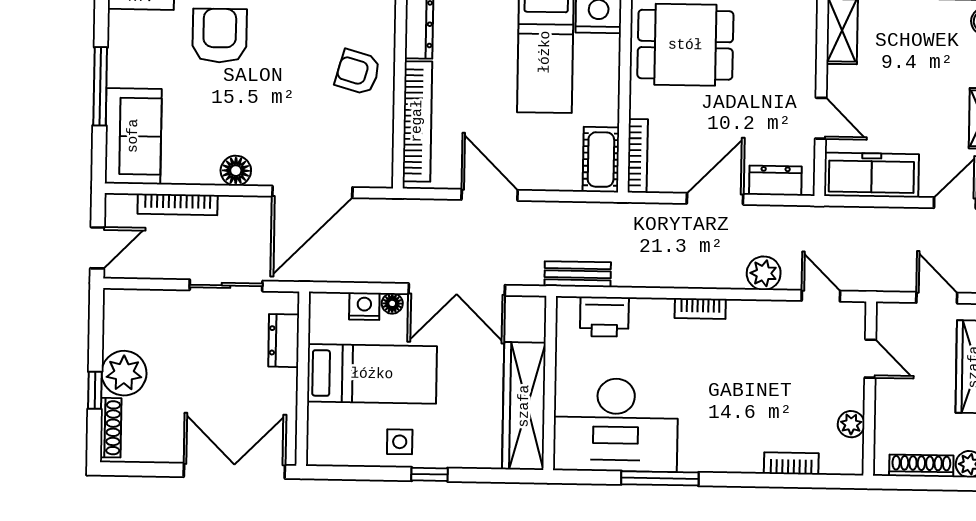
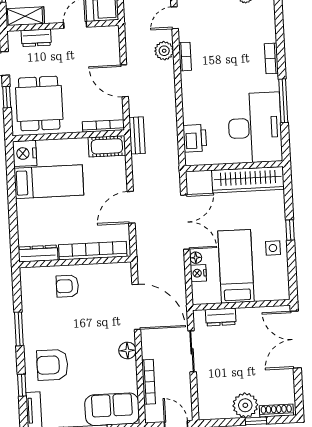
armchair: (358, 72) -> (67, 286), turned 74
dresser: (775, 181) -> (36, 38), moved, turned -90
bench: (578, 274) -> (137, 135), moved
bookcase: (700, 309) -> (185, 57), moved
bookcase: (791, 463) -> (271, 58), moved

